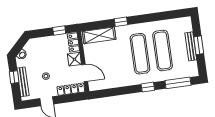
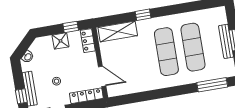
shower: (74, 59) -> (61, 41), moved
window: (14, 77) -> (21, 96), moved
window: (148, 87) -> (177, 91), removed

